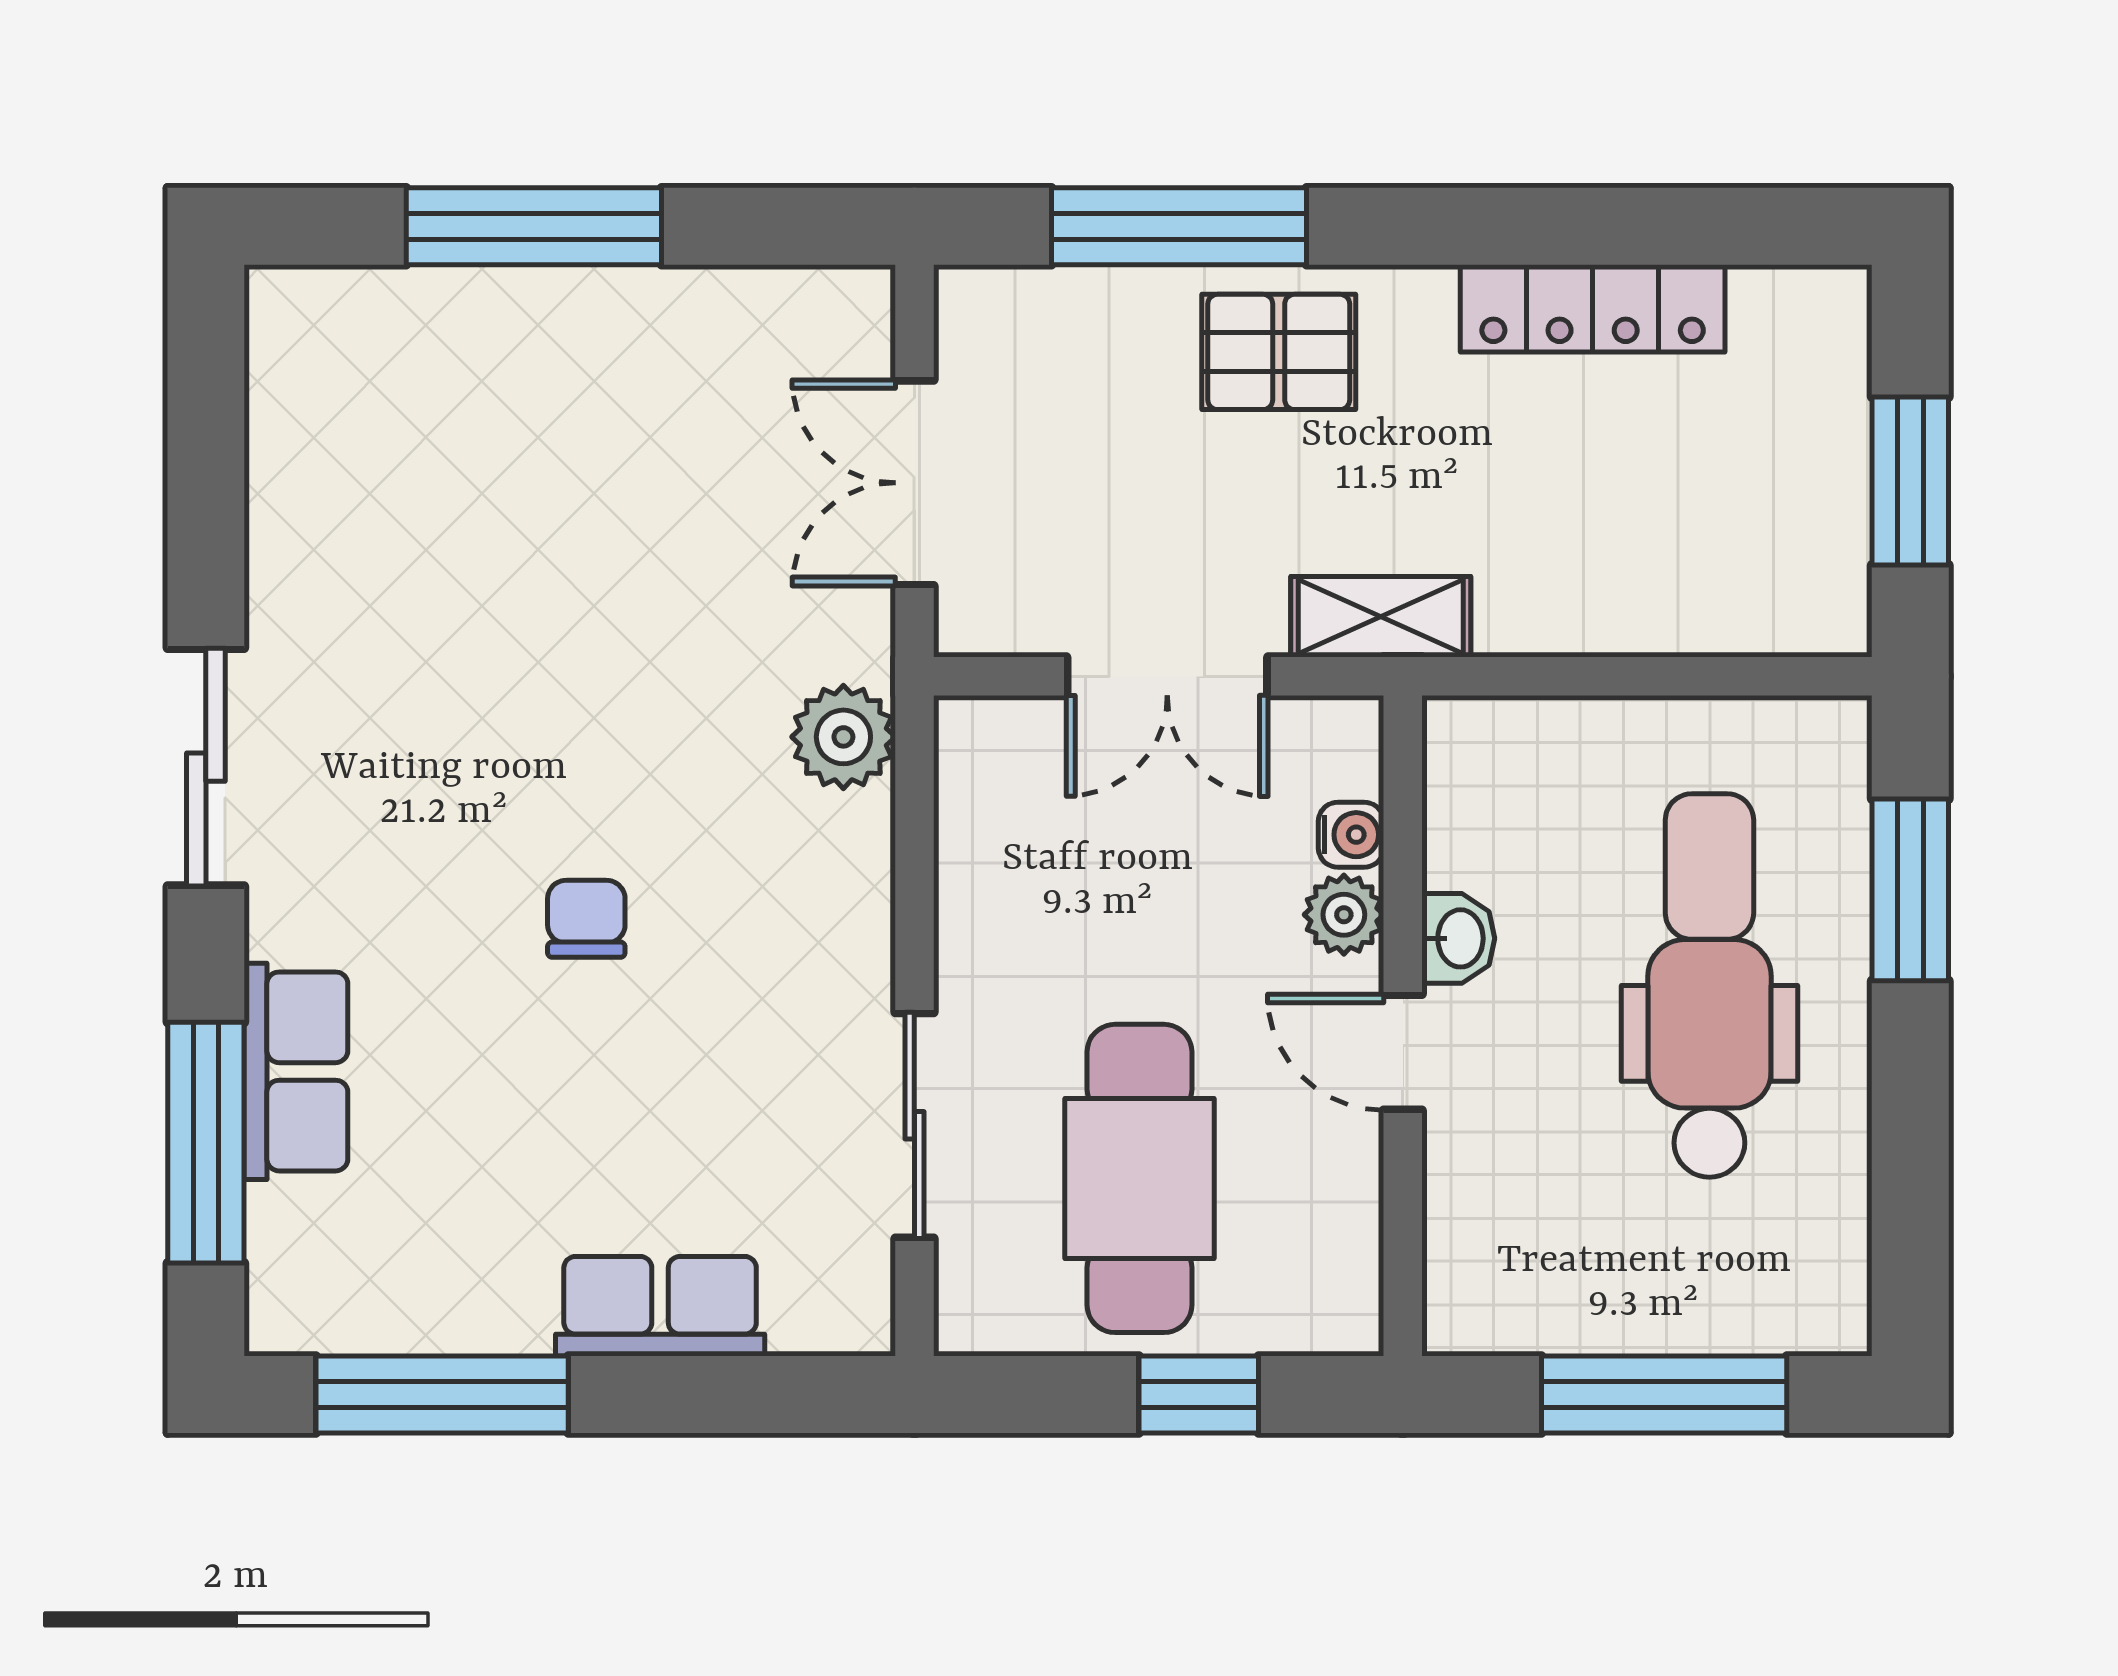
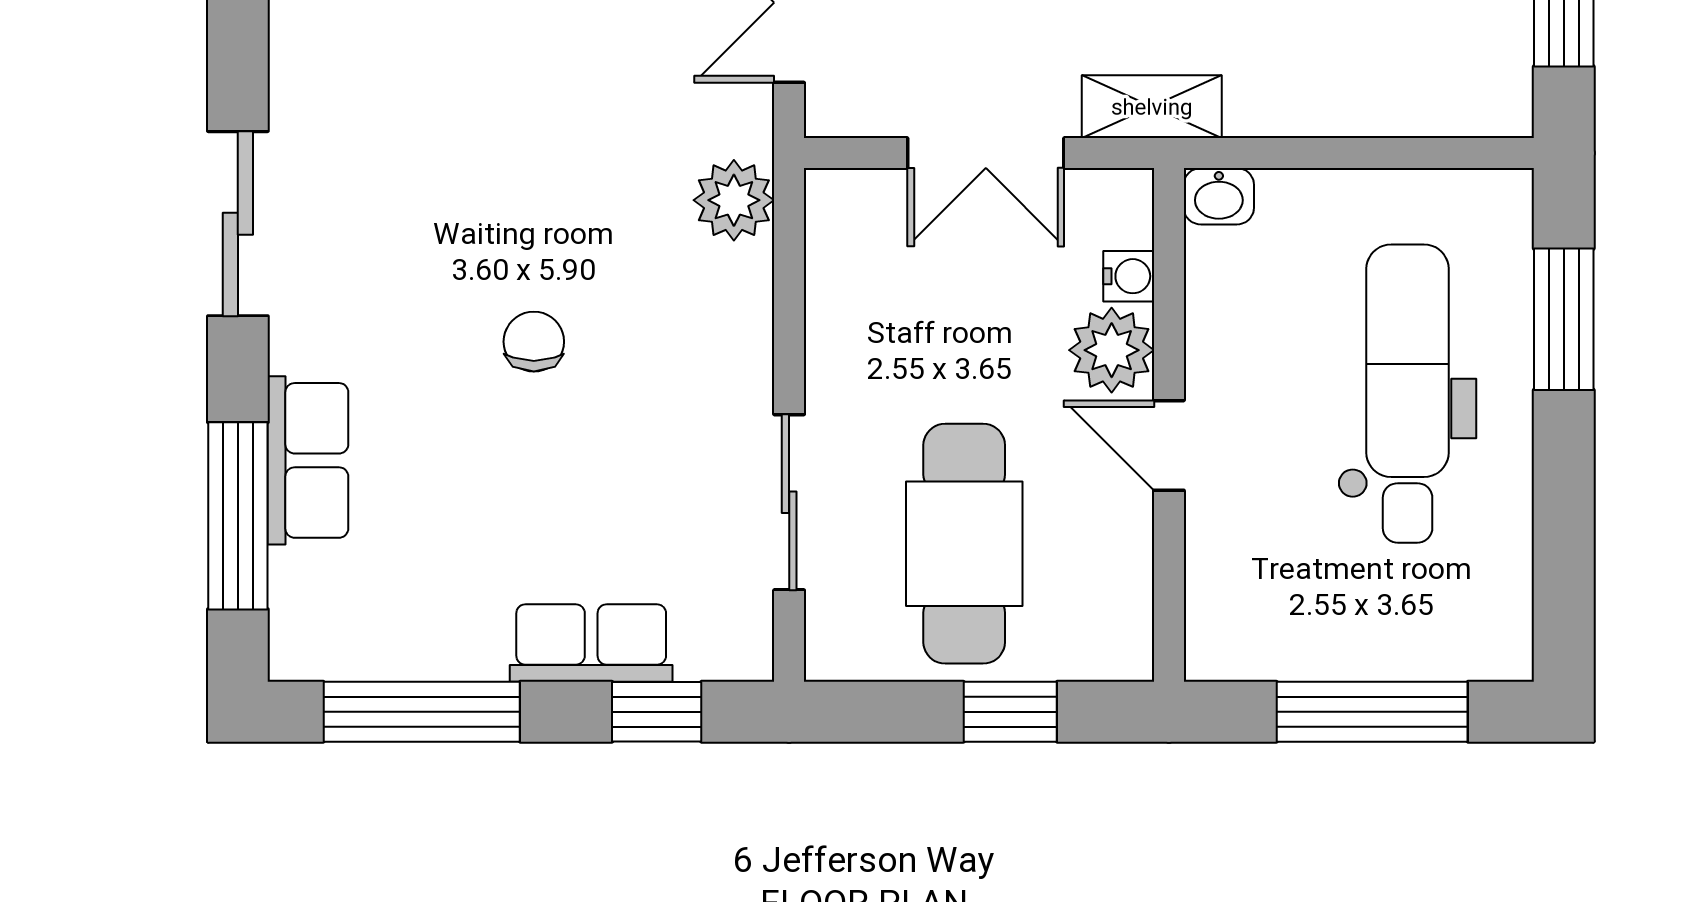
plant: (1344, 915) -> (1112, 350), width x1.38, depth x1.38
washbasin: (1458, 938) -> (1219, 196), moved, turned 90
window: (744, 1394) -> (657, 712), added

